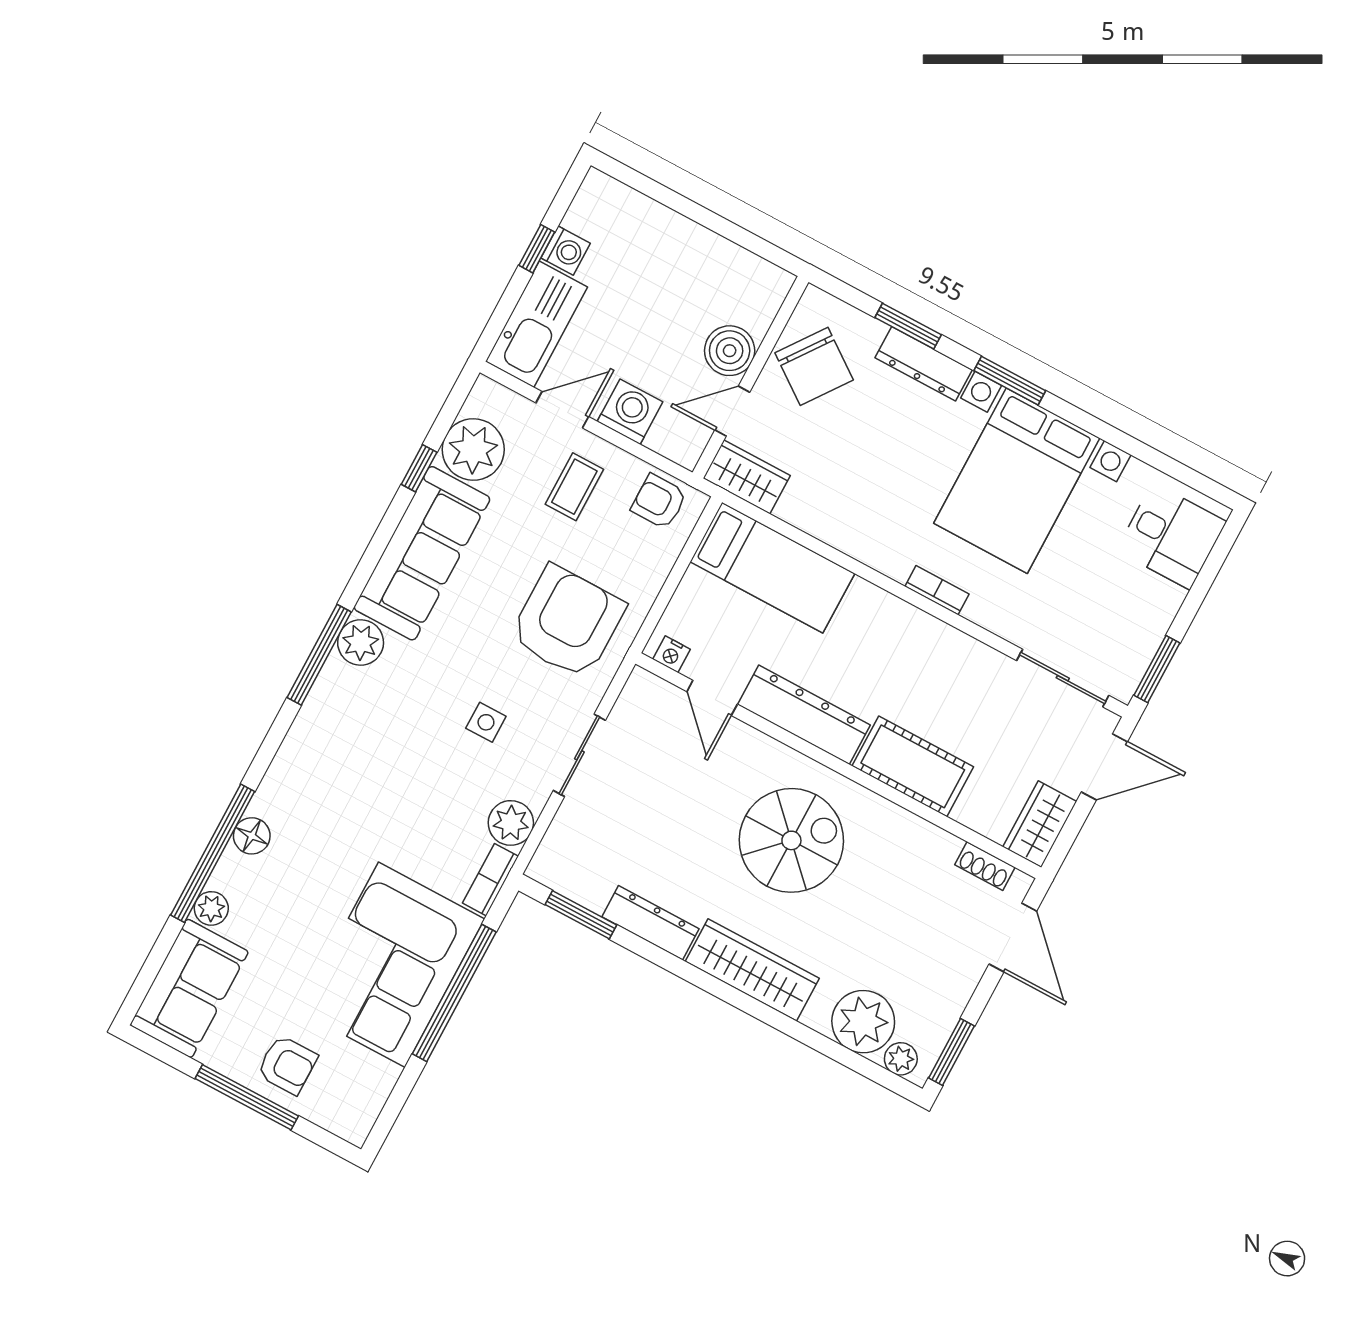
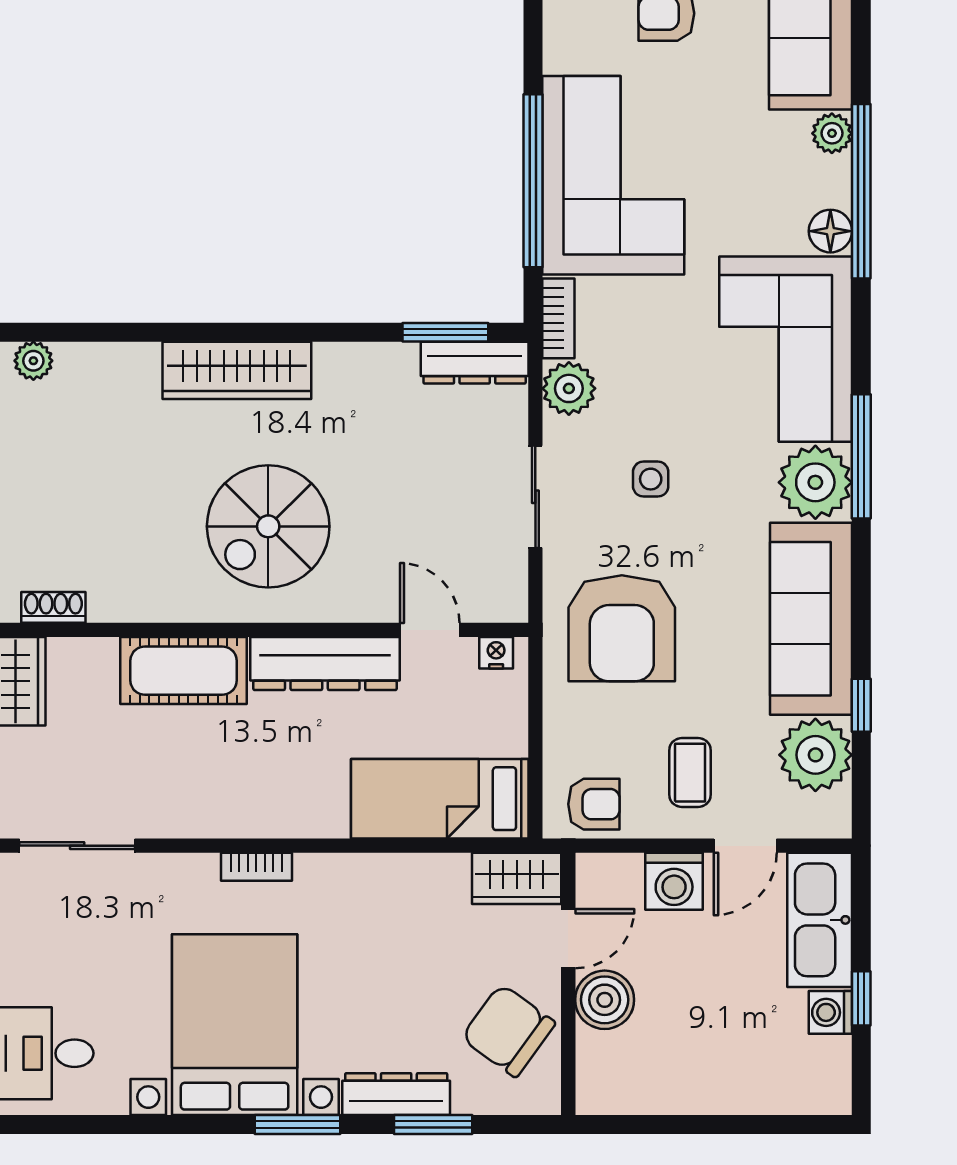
plant: (361, 643) -> (815, 482), width x1.36, depth x1.36
corner sofa: (333, 765) -> (786, 349), added
dresser: (651, 923) -> (475, 363), moved
plant: (863, 1022) -> (93, 378), removed

